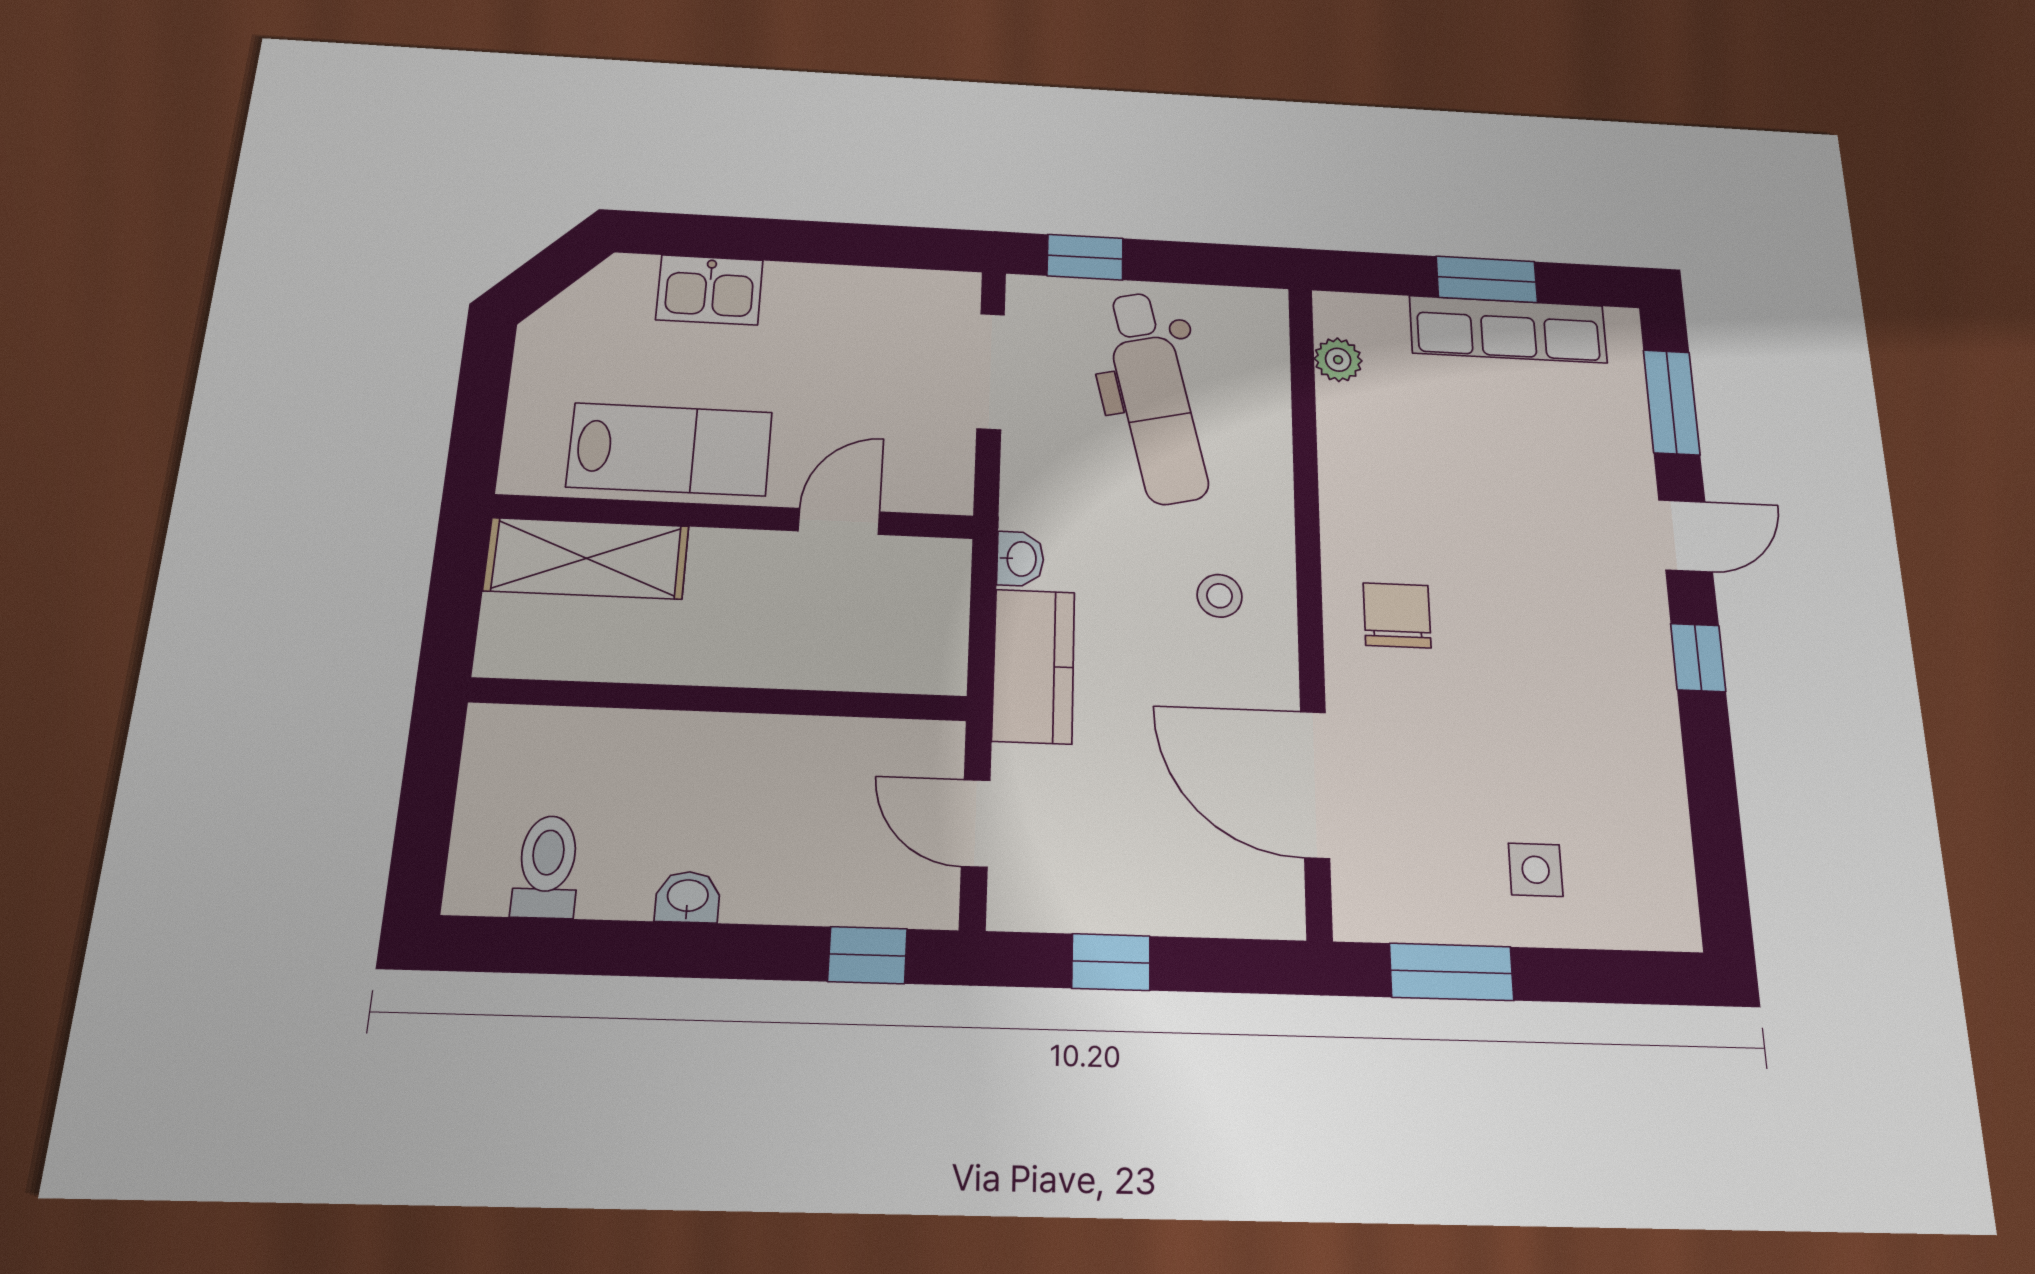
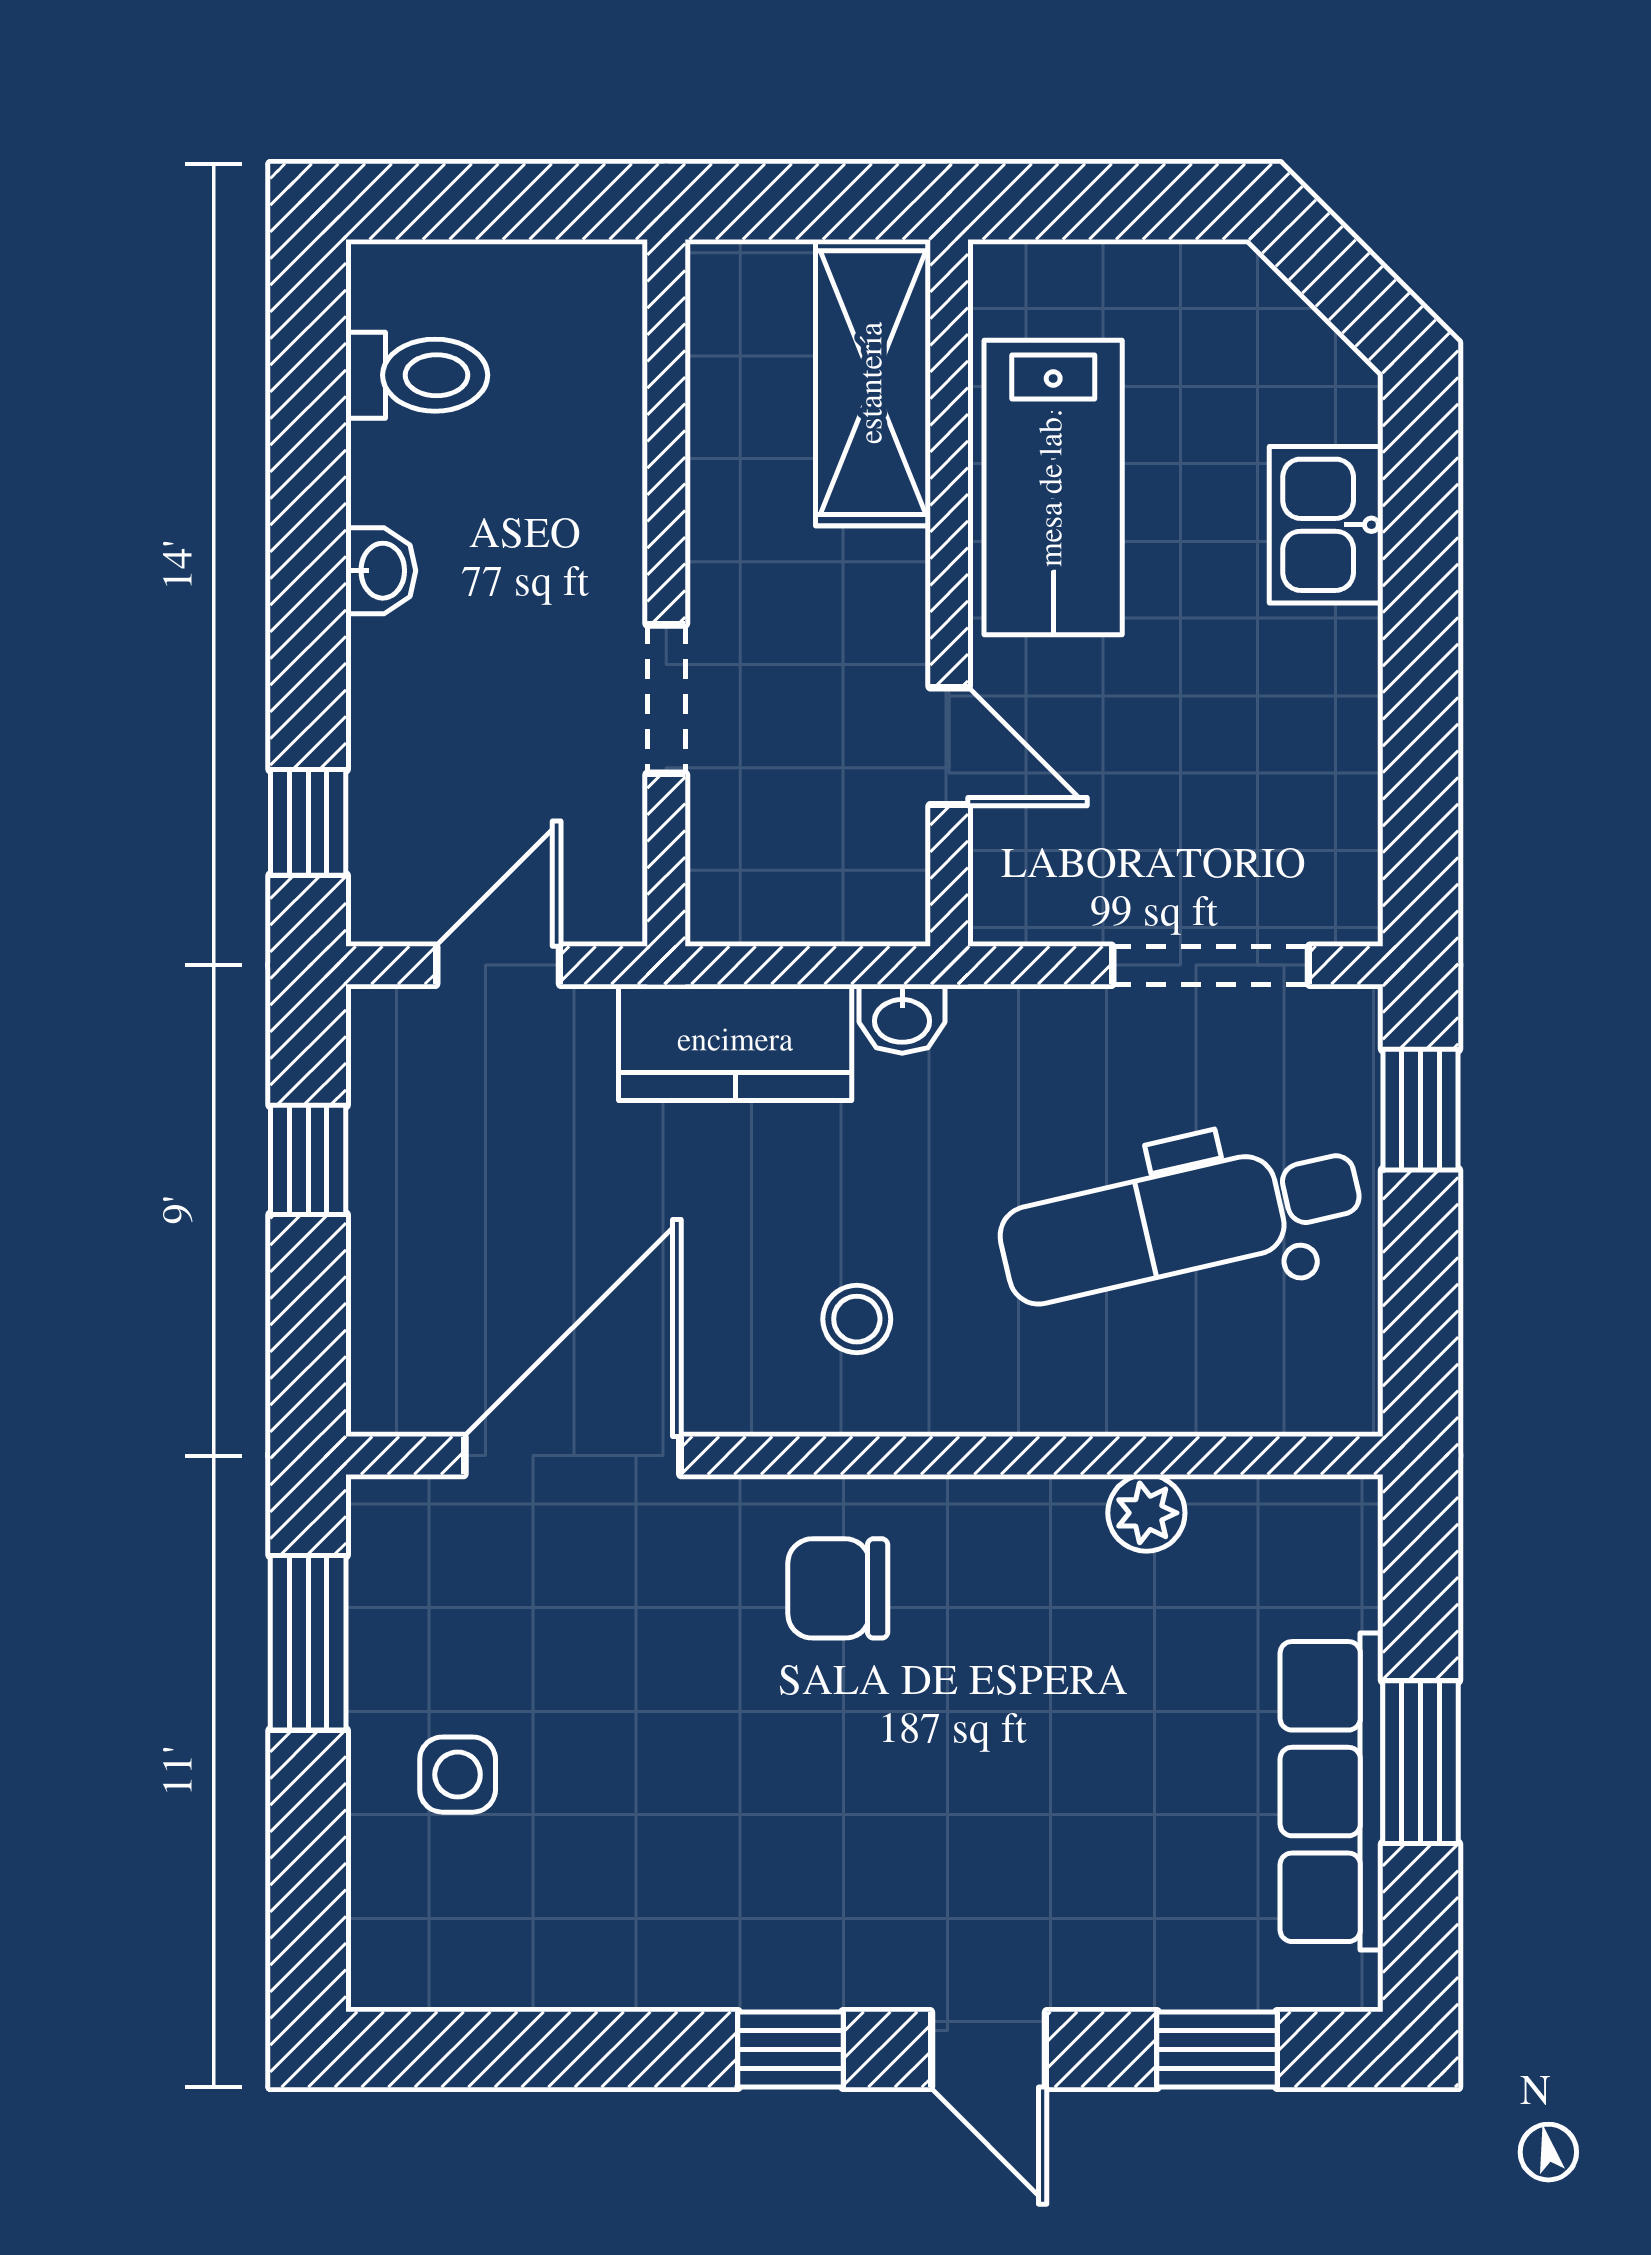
plant: (1338, 360) -> (1146, 1513), moved
window: (1672, 402) -> (1217, 2050), width x0.67
chair: (1397, 615) -> (838, 1588), turned 180
doorway: (795, 702) -> (666, 699), added

